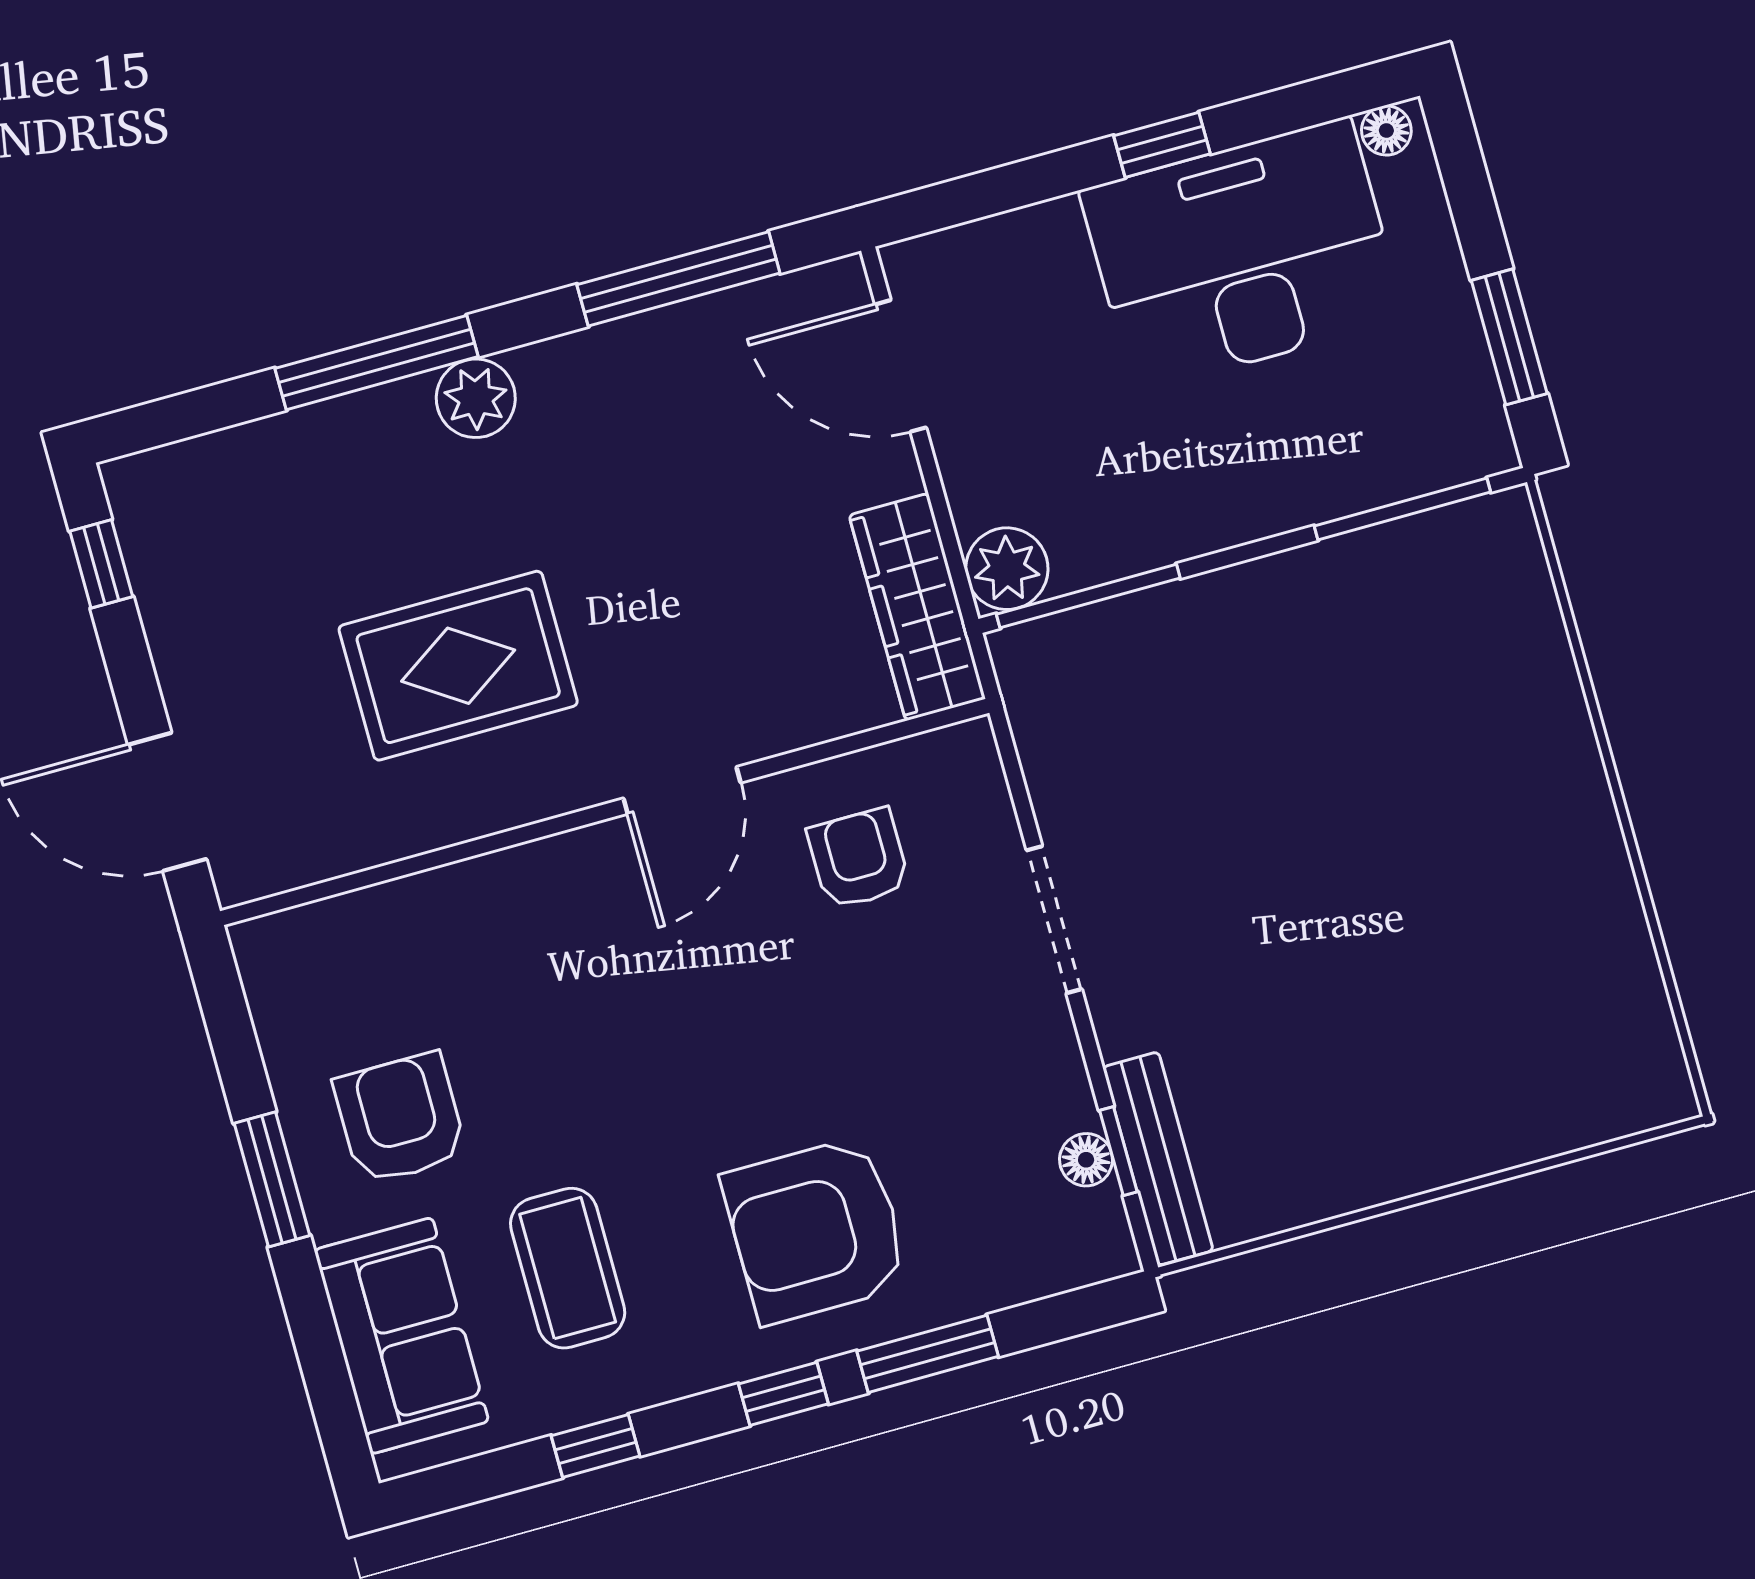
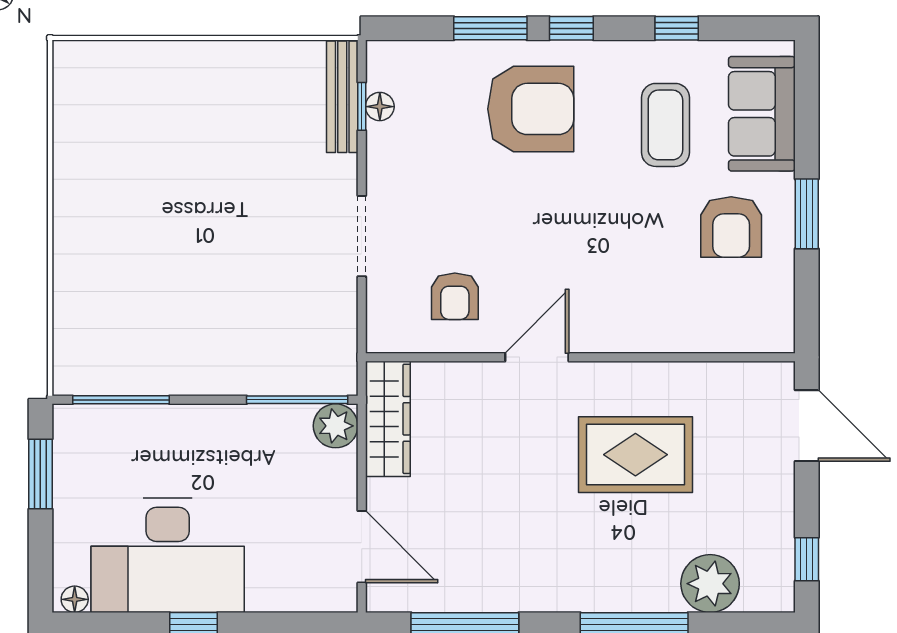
plant: (476, 398) -> (710, 584), moved, width x1.36, depth x1.36

